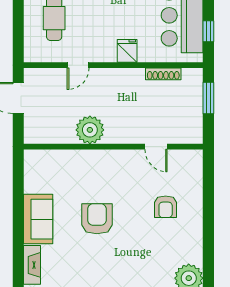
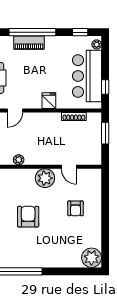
plant: (90, 130) -> (19, 160), width x0.53, depth x0.53
plant: (121, 163) -> (45, 178), added

